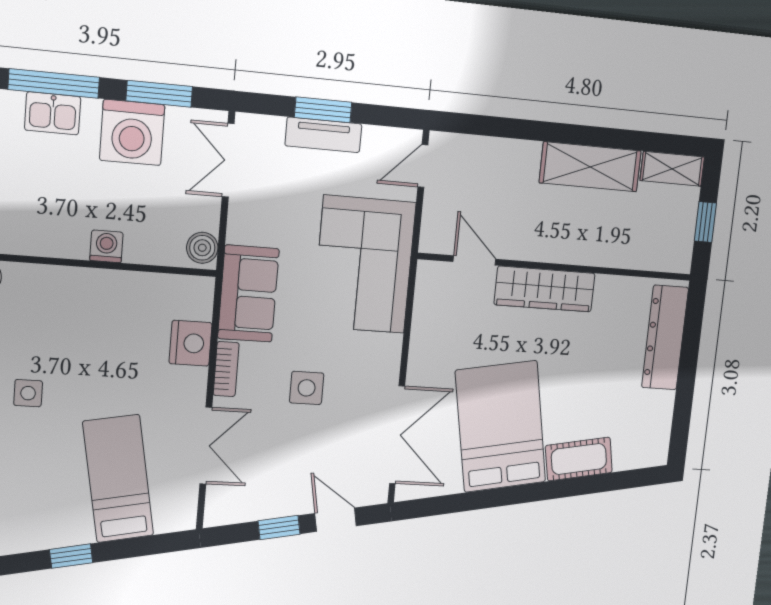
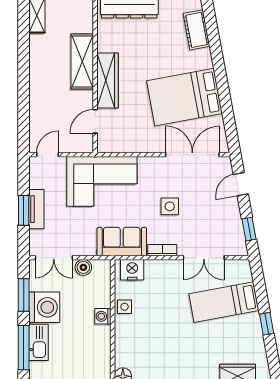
kitchen sink: (53, 113) -> (38, 342), width x1.38
door: (423, 166) -> (48, 155), swing flipped
shelving: (590, 167) -> (82, 61), moved
boiler: (202, 248) -> (83, 267), moved
nightstand: (191, 343) -> (132, 270), moved
side table: (28, 393) -> (125, 307), moved
double door: (206, 446) -> (204, 258), swing flipped
cot: (579, 459) -> (197, 30), moved
window: (279, 527) -> (249, 229), moved

